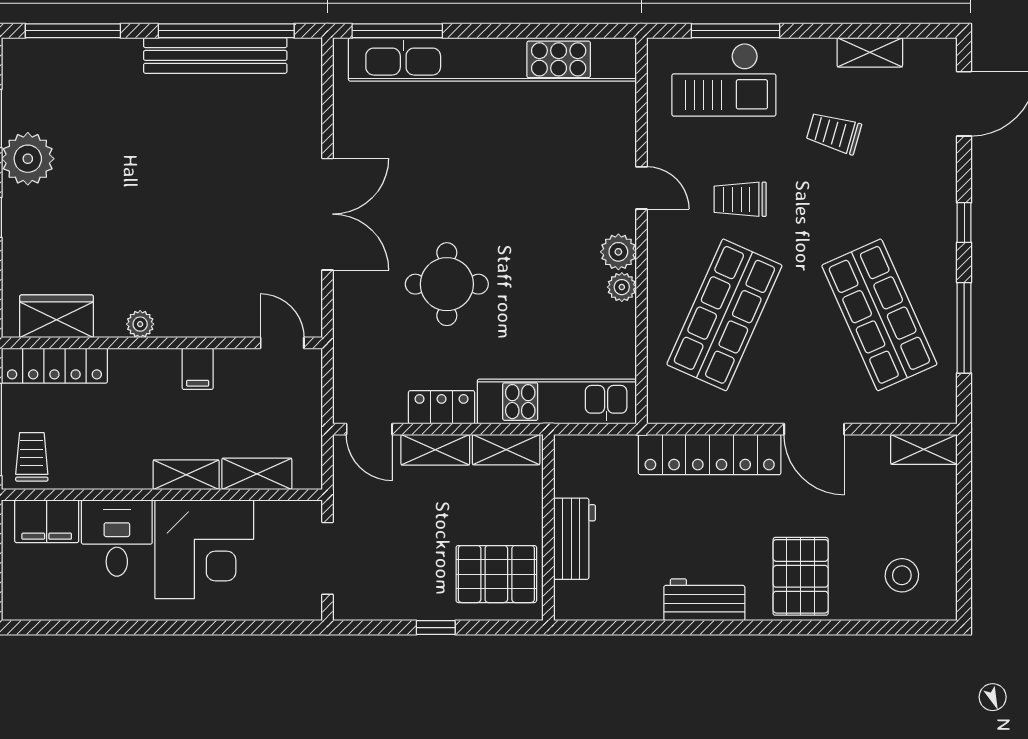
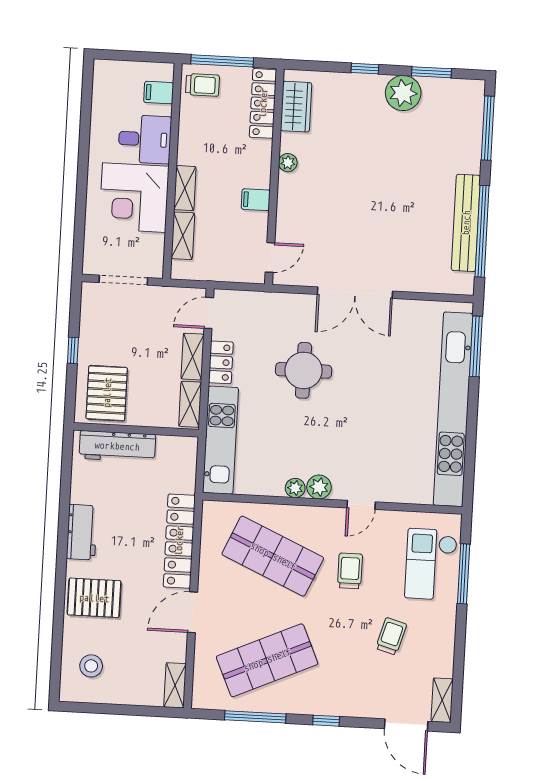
shelving: (870, 52) -> (442, 700), moved
filing cabinet: (47, 521) -> (159, 93), width x0.50
workbench: (574, 539) -> (117, 446), width x1.38

